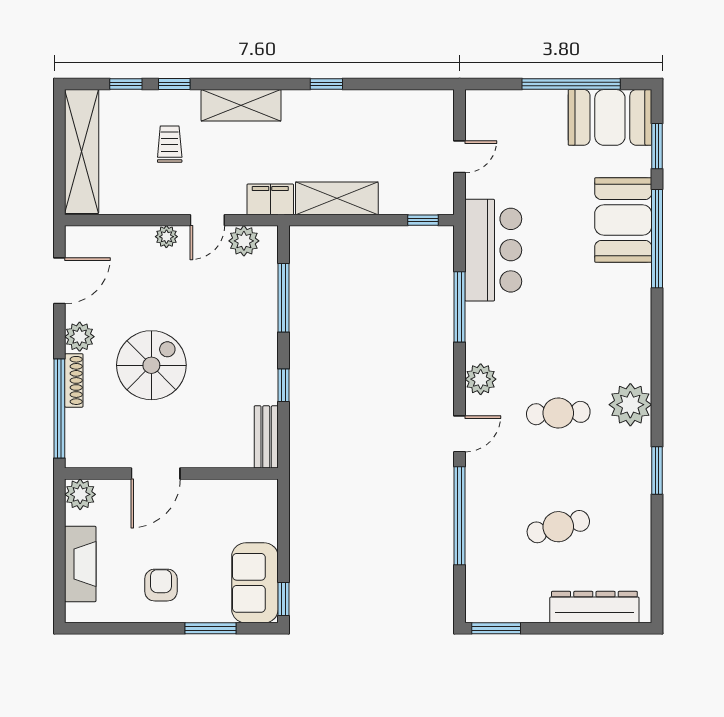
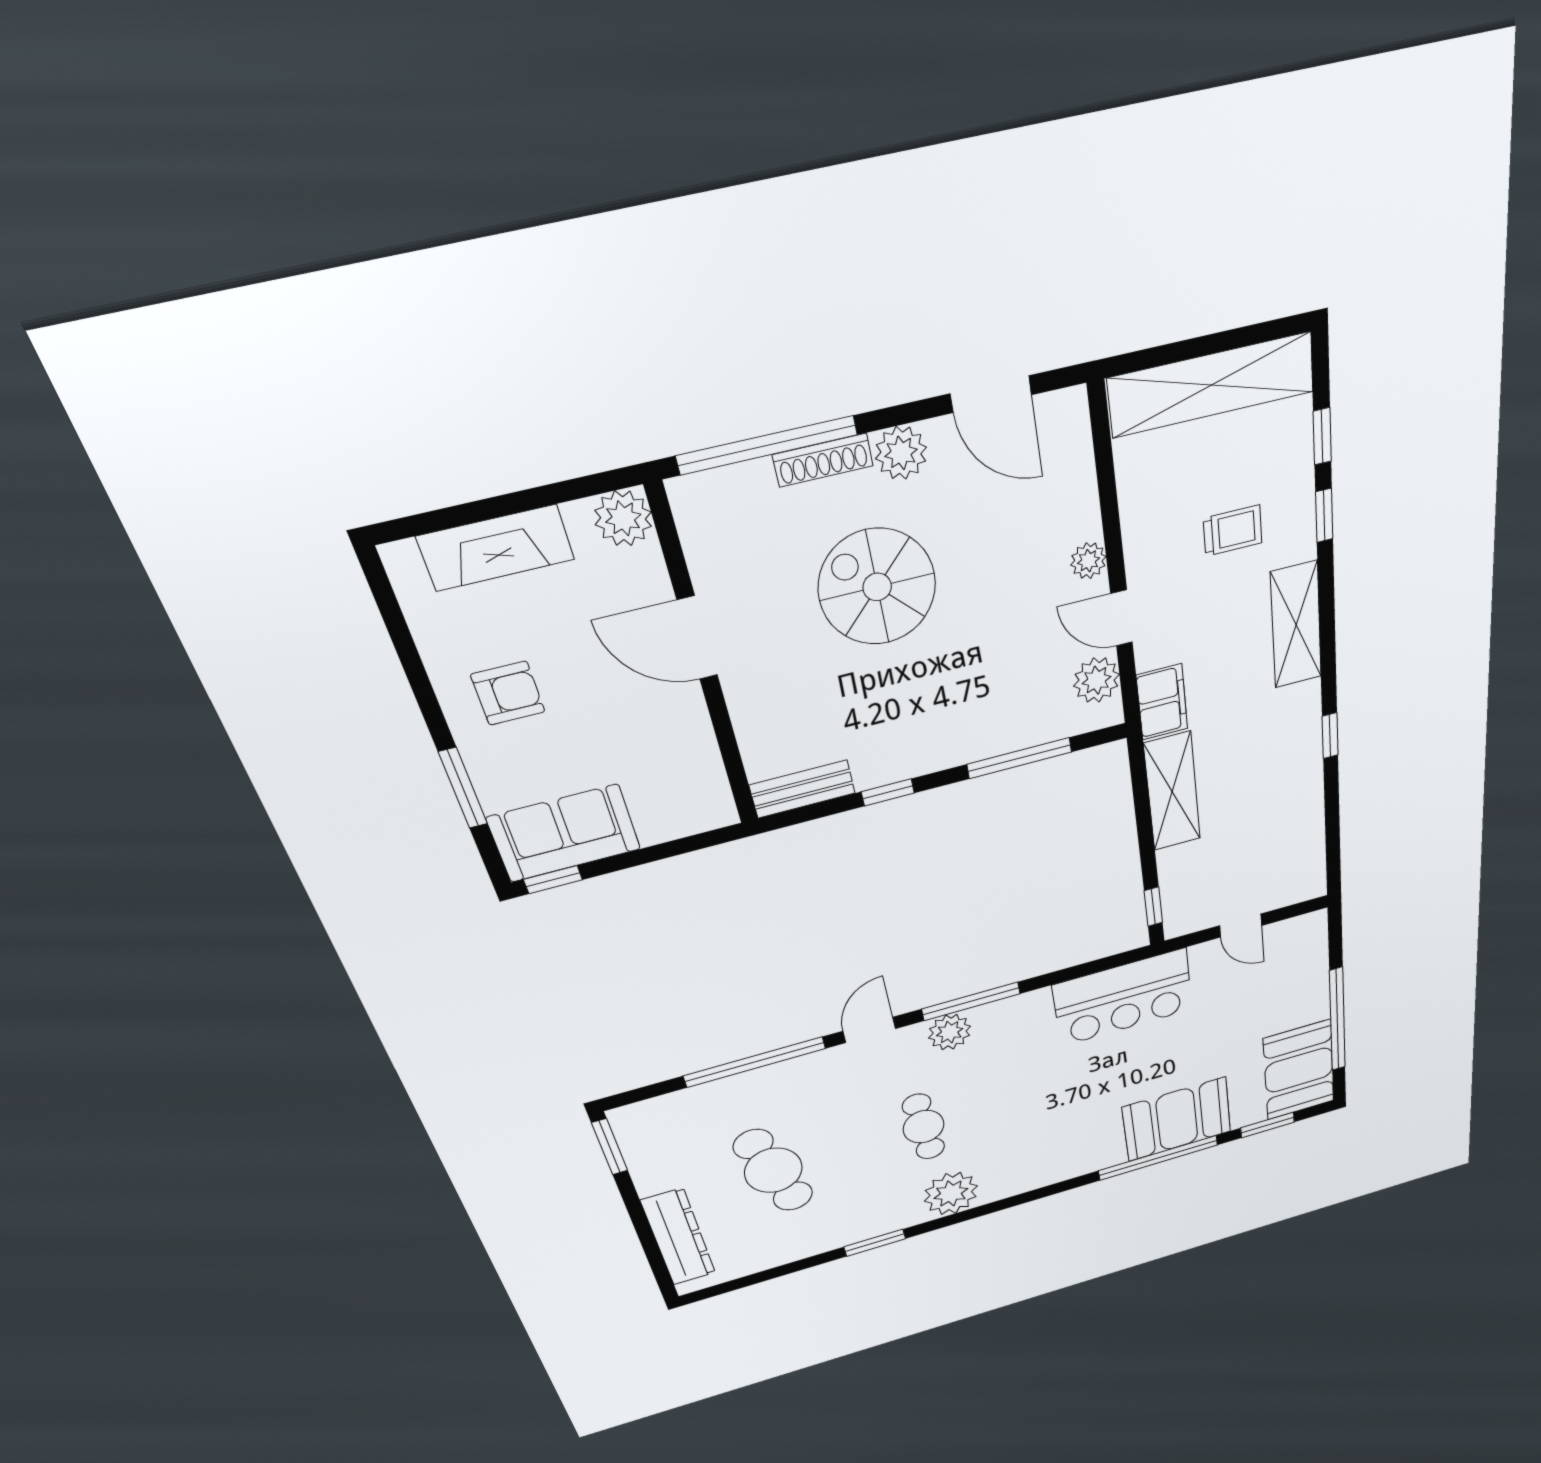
window: (460, 307) -> (971, 1001), moved
spiral stairs: (151, 365) -> (877, 587), turned 180
door: (460, 434) -> (869, 1030), swing flipped
cafe table: (558, 527) -> (773, 1170), width x1.37, depth x1.35

